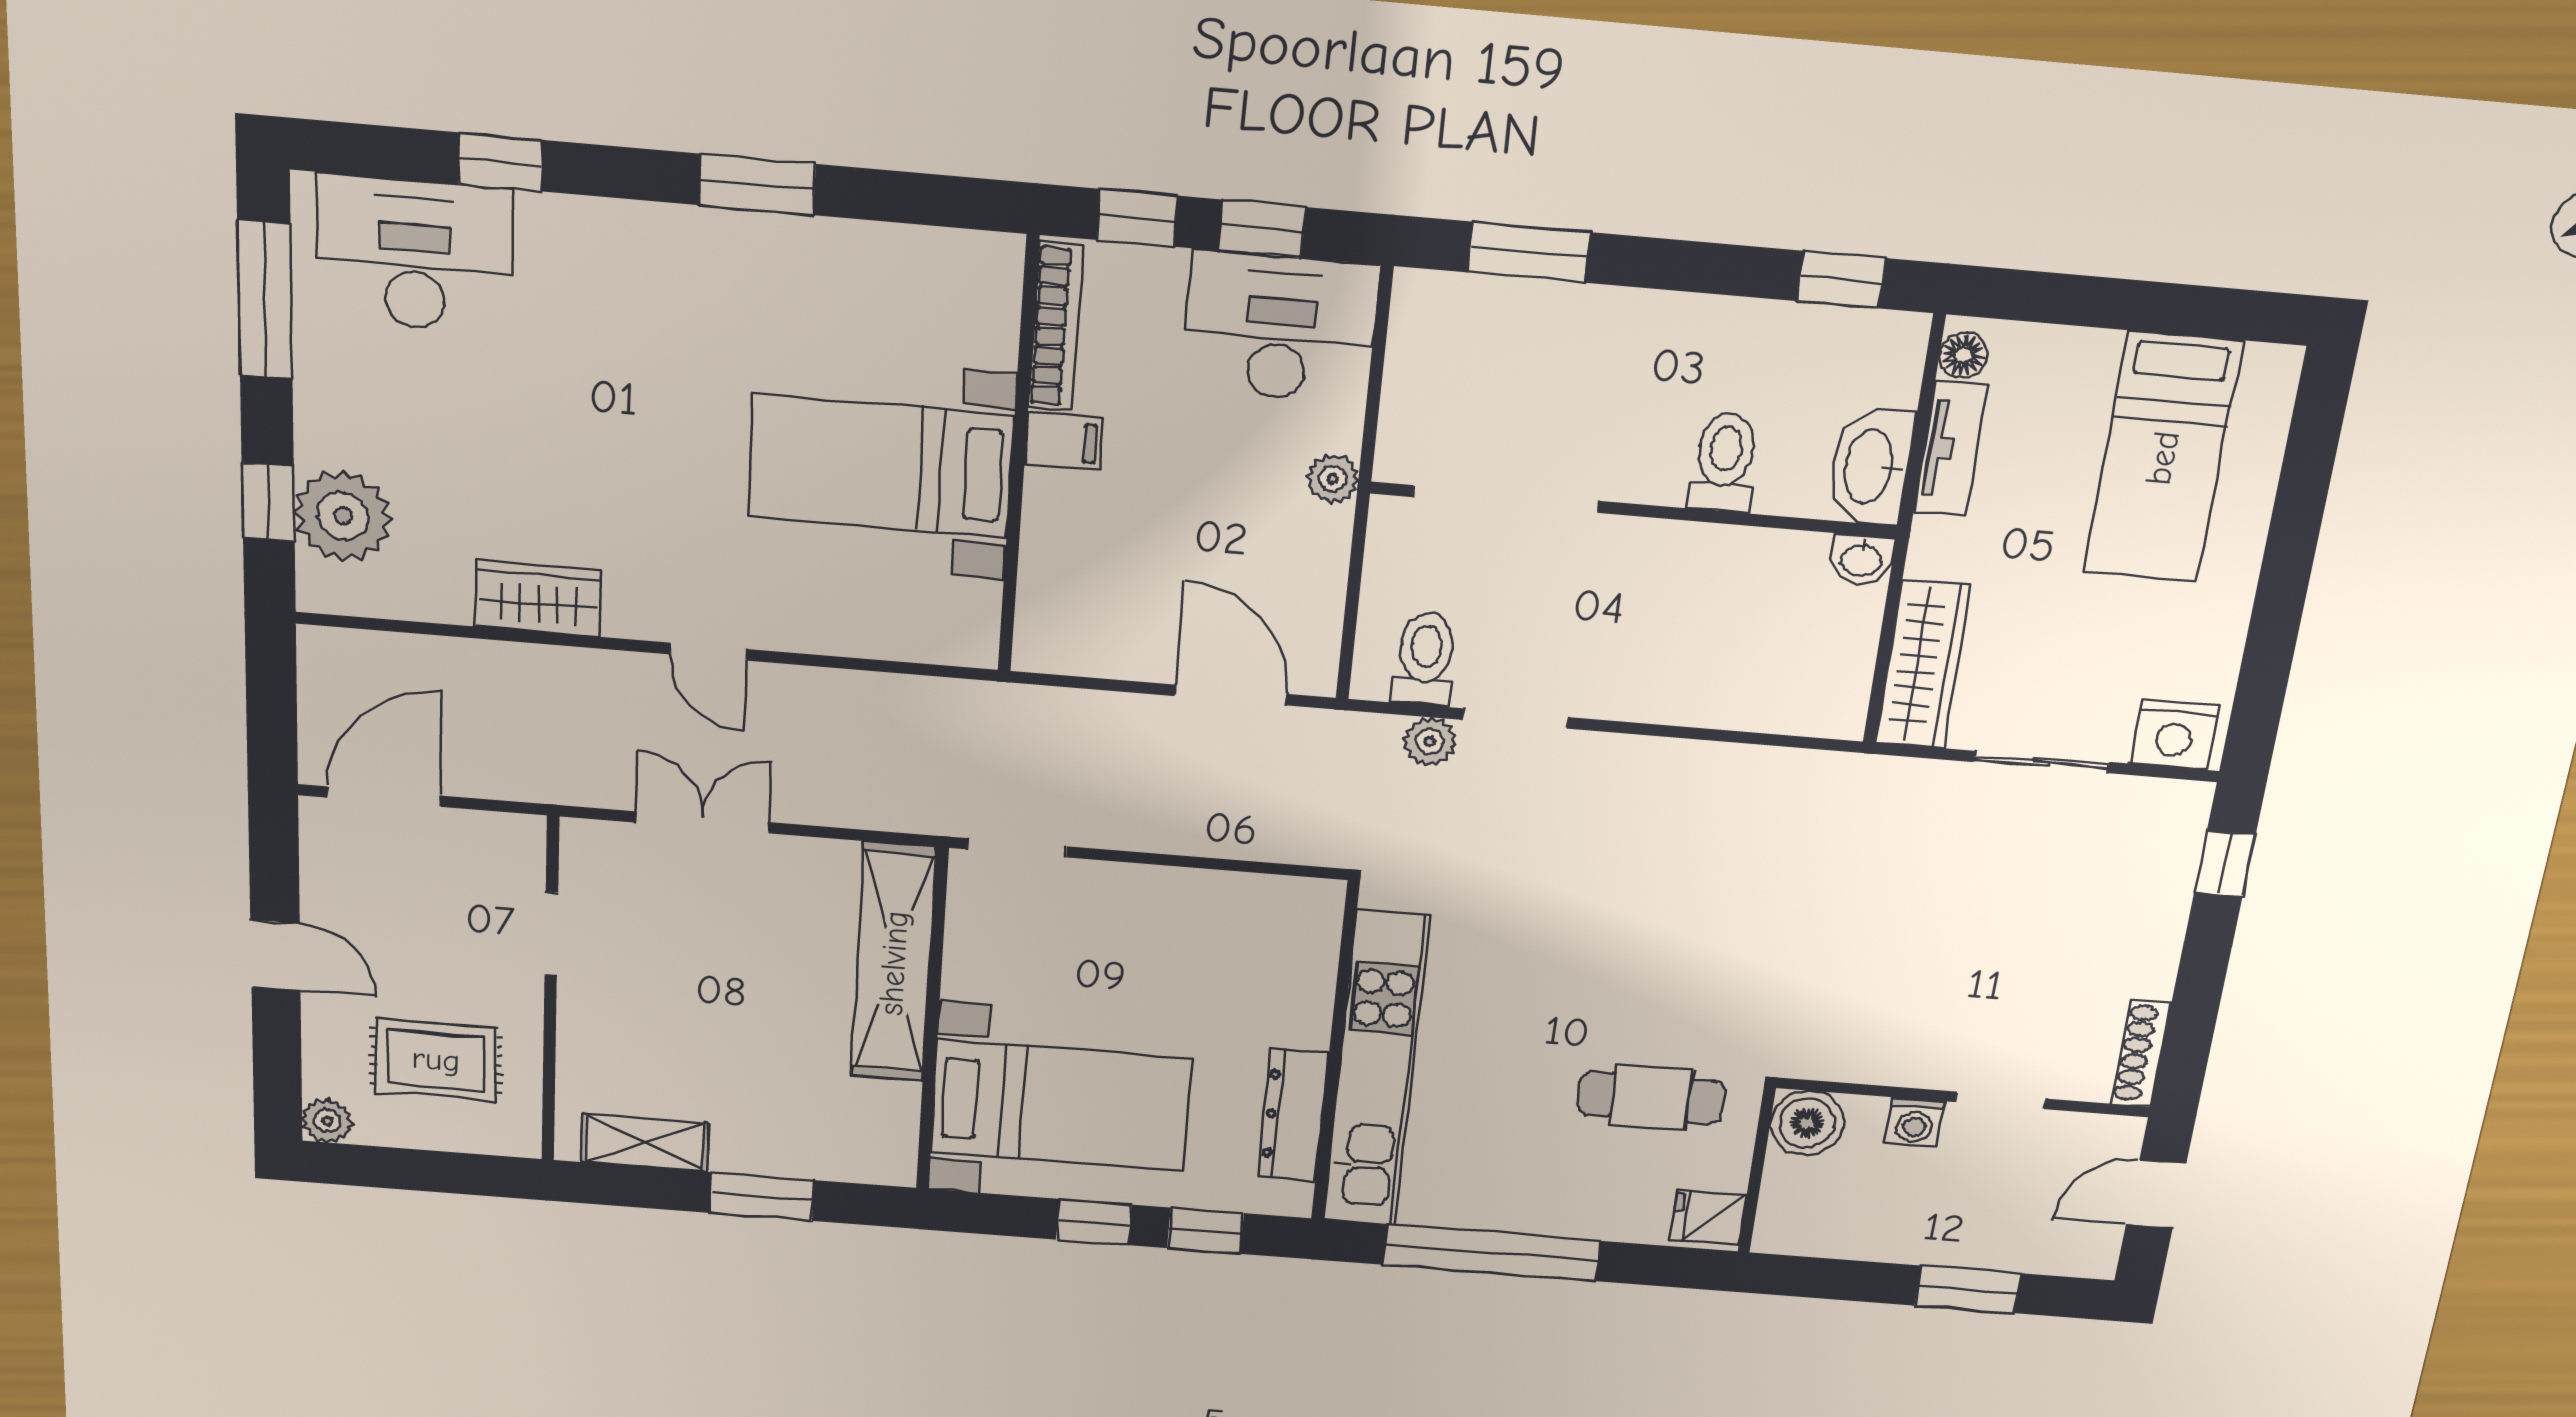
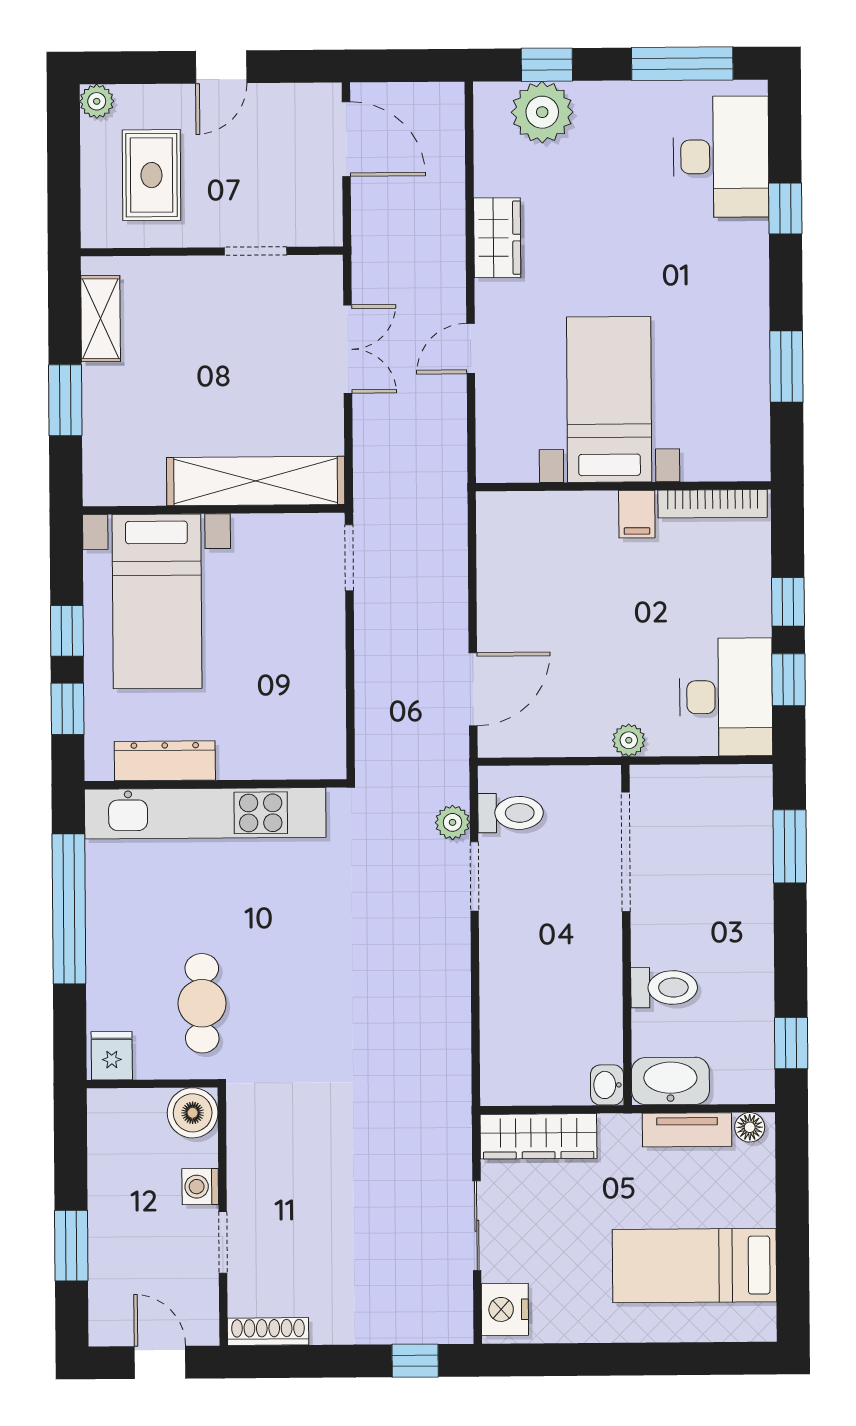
bookcase: (1056, 327) -> (713, 504), moved
filing cabinet: (1064, 442) -> (637, 514), moved
wall: (1018, 458) -> (623, 486), moved
bed with nightstands: (881, 466) -> (609, 399), moved

